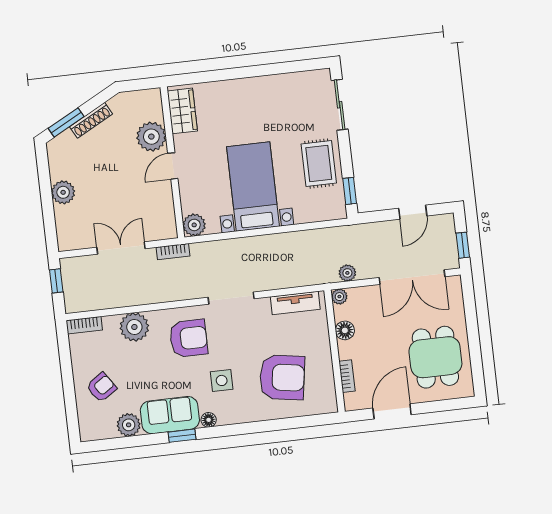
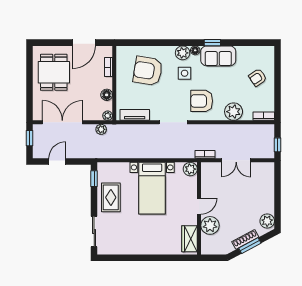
window: (66, 122) -> (250, 246), moved
plant: (63, 192) -> (267, 221), moved
plant: (129, 425) -> (183, 53), moved

